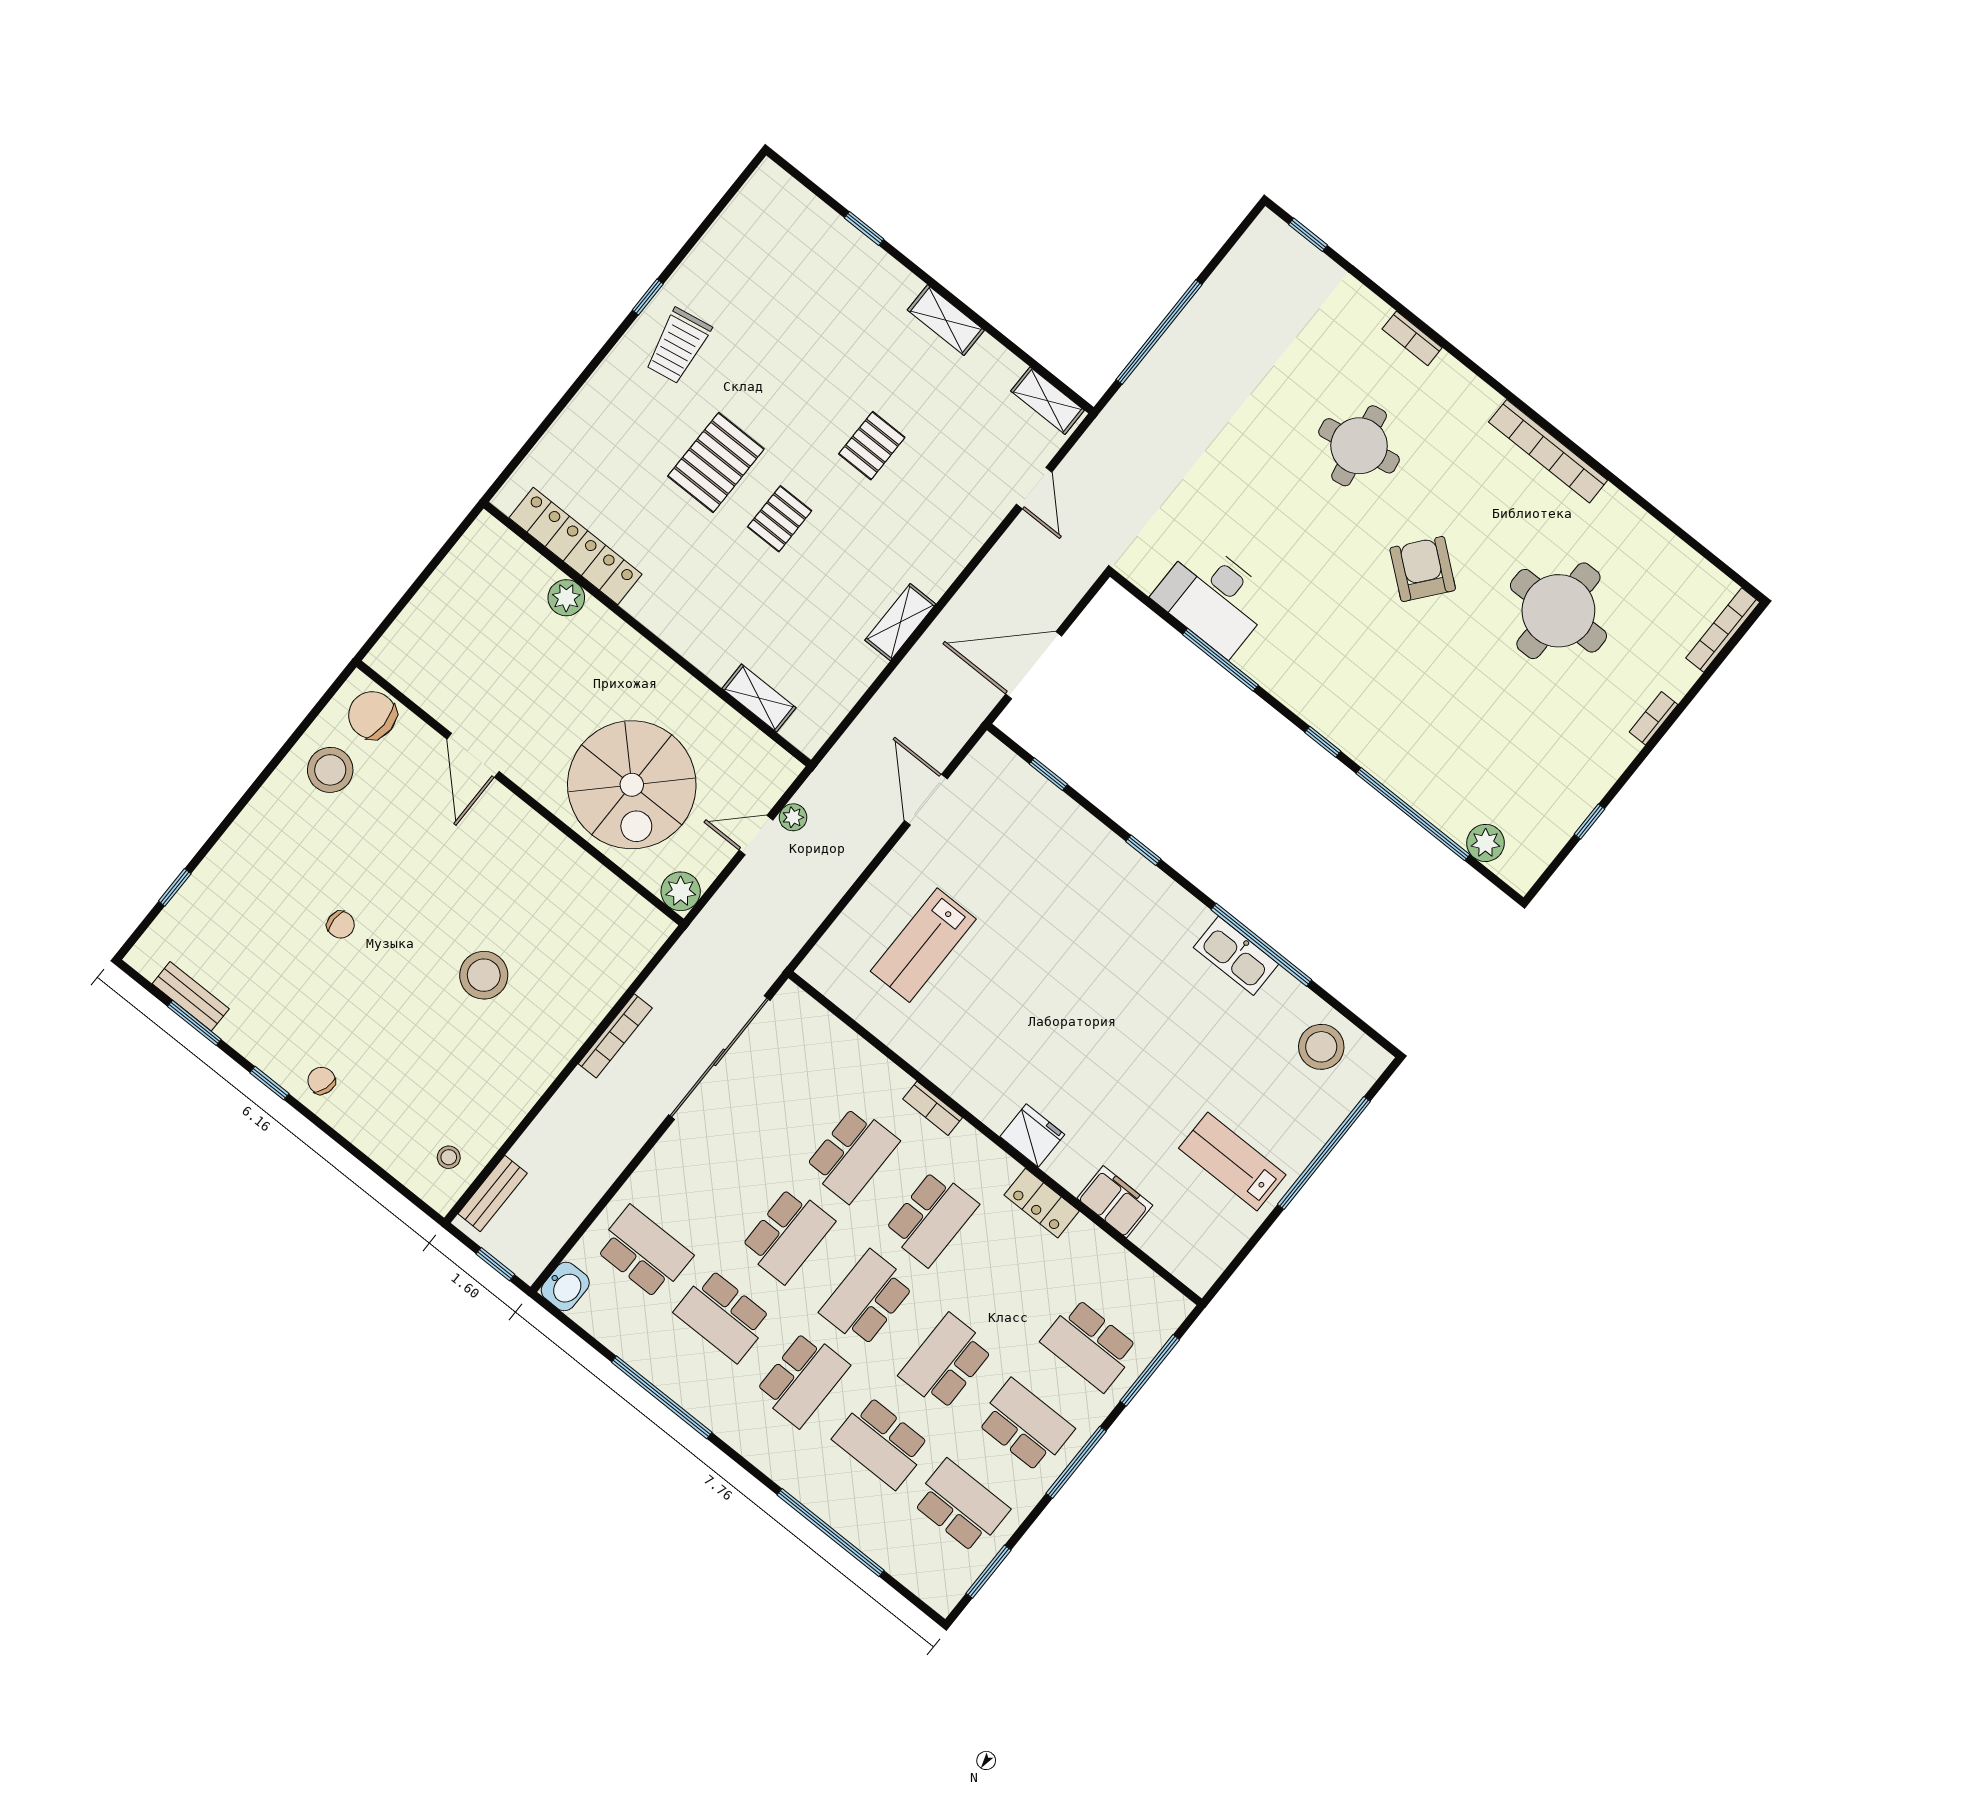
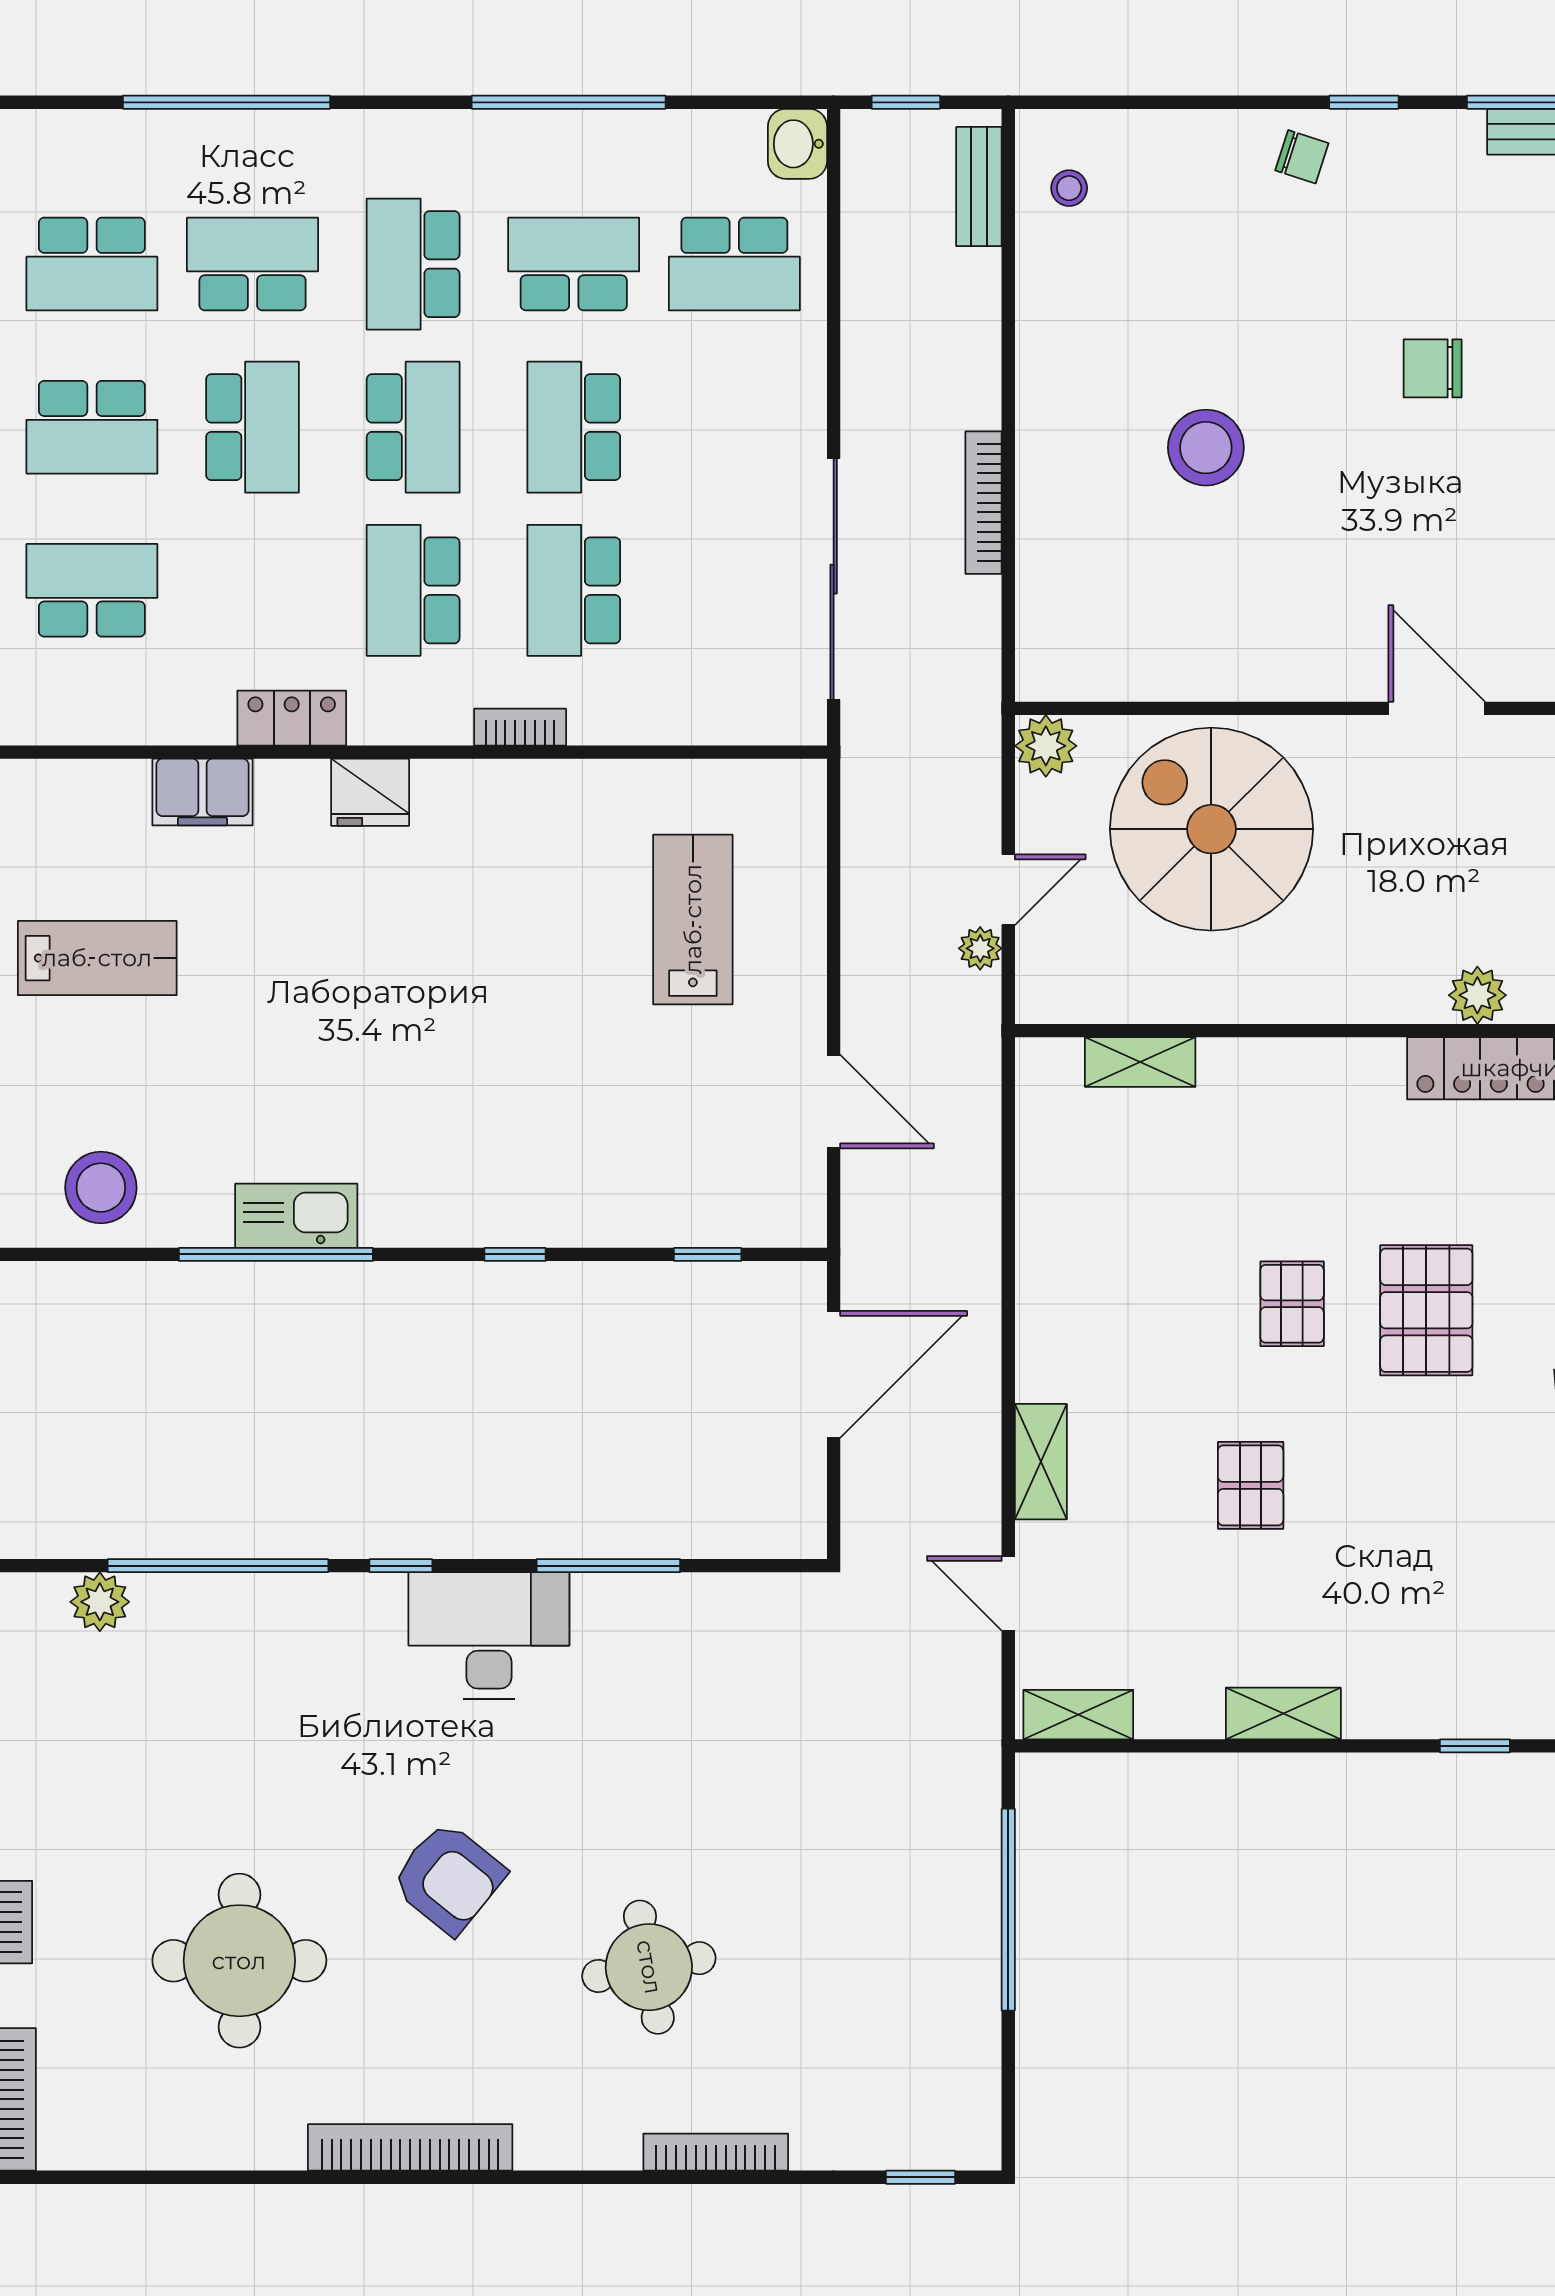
bookcase: (1412, 338) -> (716, 2152), width x1.56
desk: (1214, 598) -> (489, 1635), moved
shelving: (900, 622) -> (1041, 1462), moved
chair: (341, 925) -> (1433, 368), width x1.37, depth x1.37

